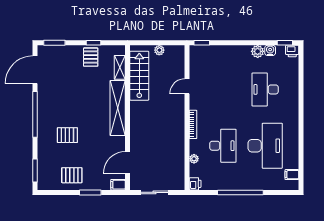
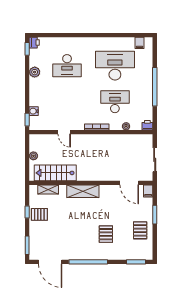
water cooler: (270, 50) -> (34, 111), moved
shelving: (118, 108) -> (83, 191), width x0.68

